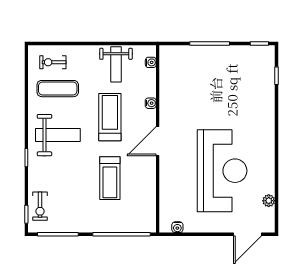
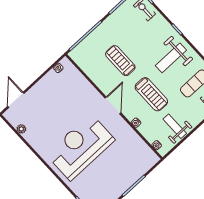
reception desk: (222, 171) -> (80, 147), moved, turned 90

